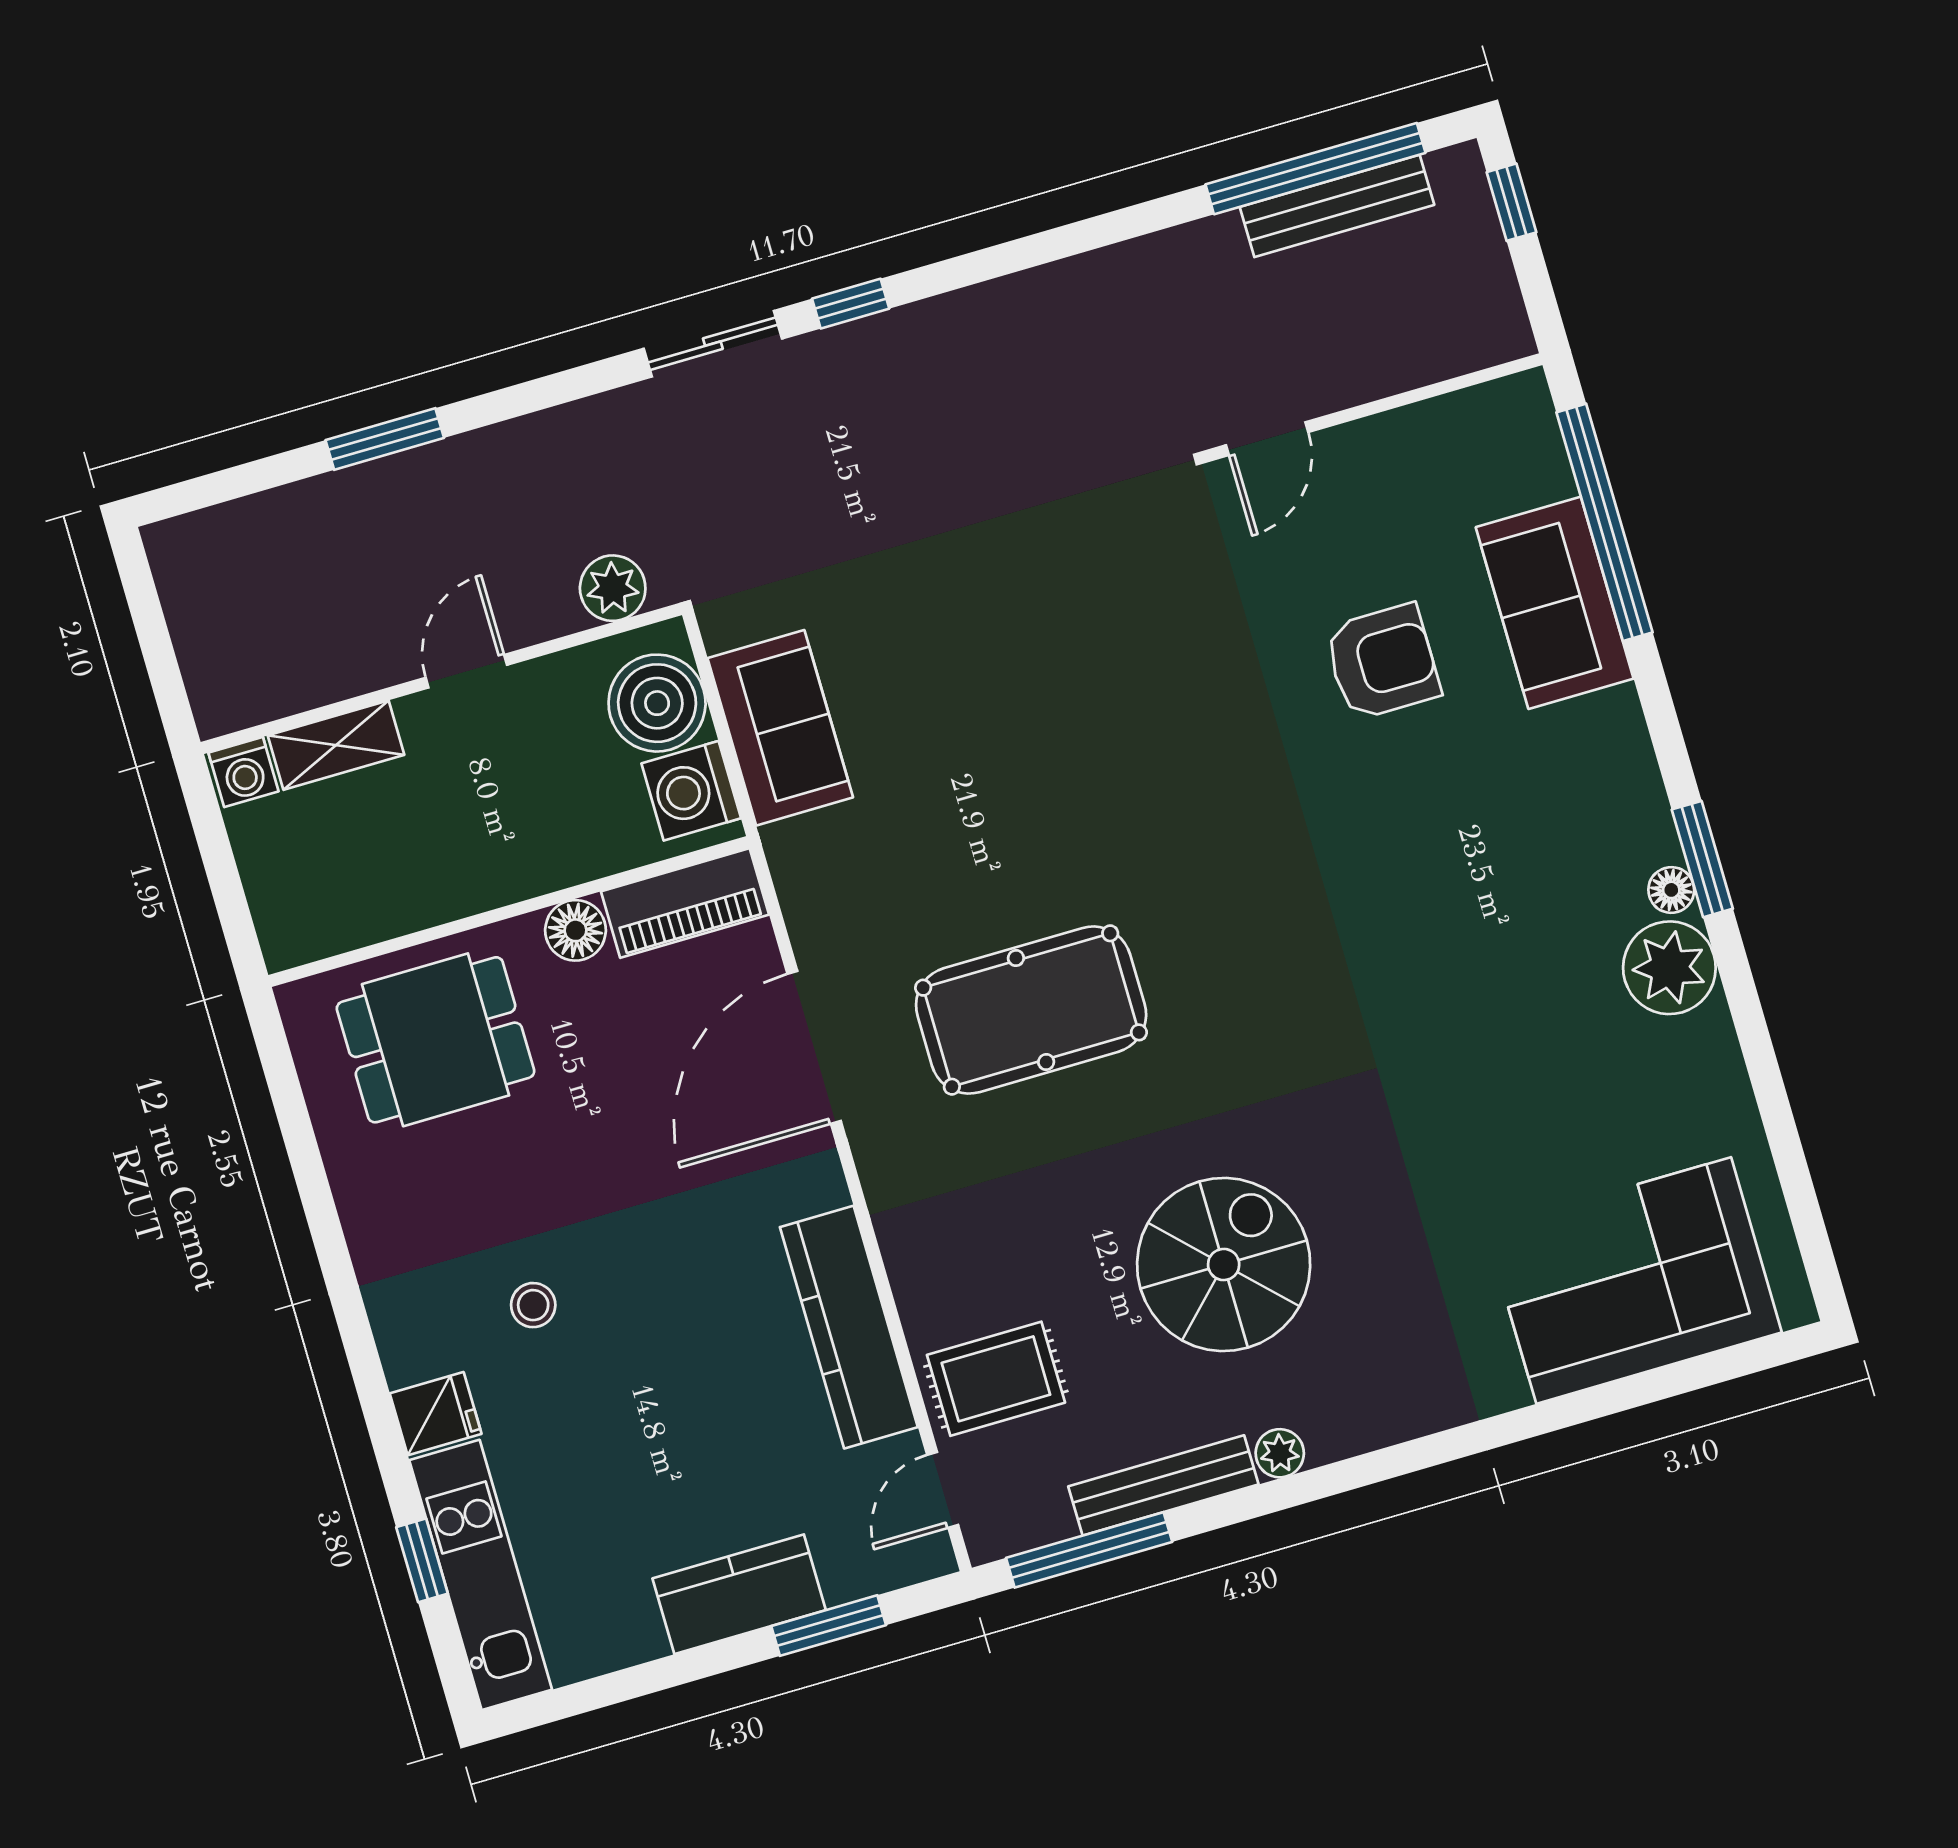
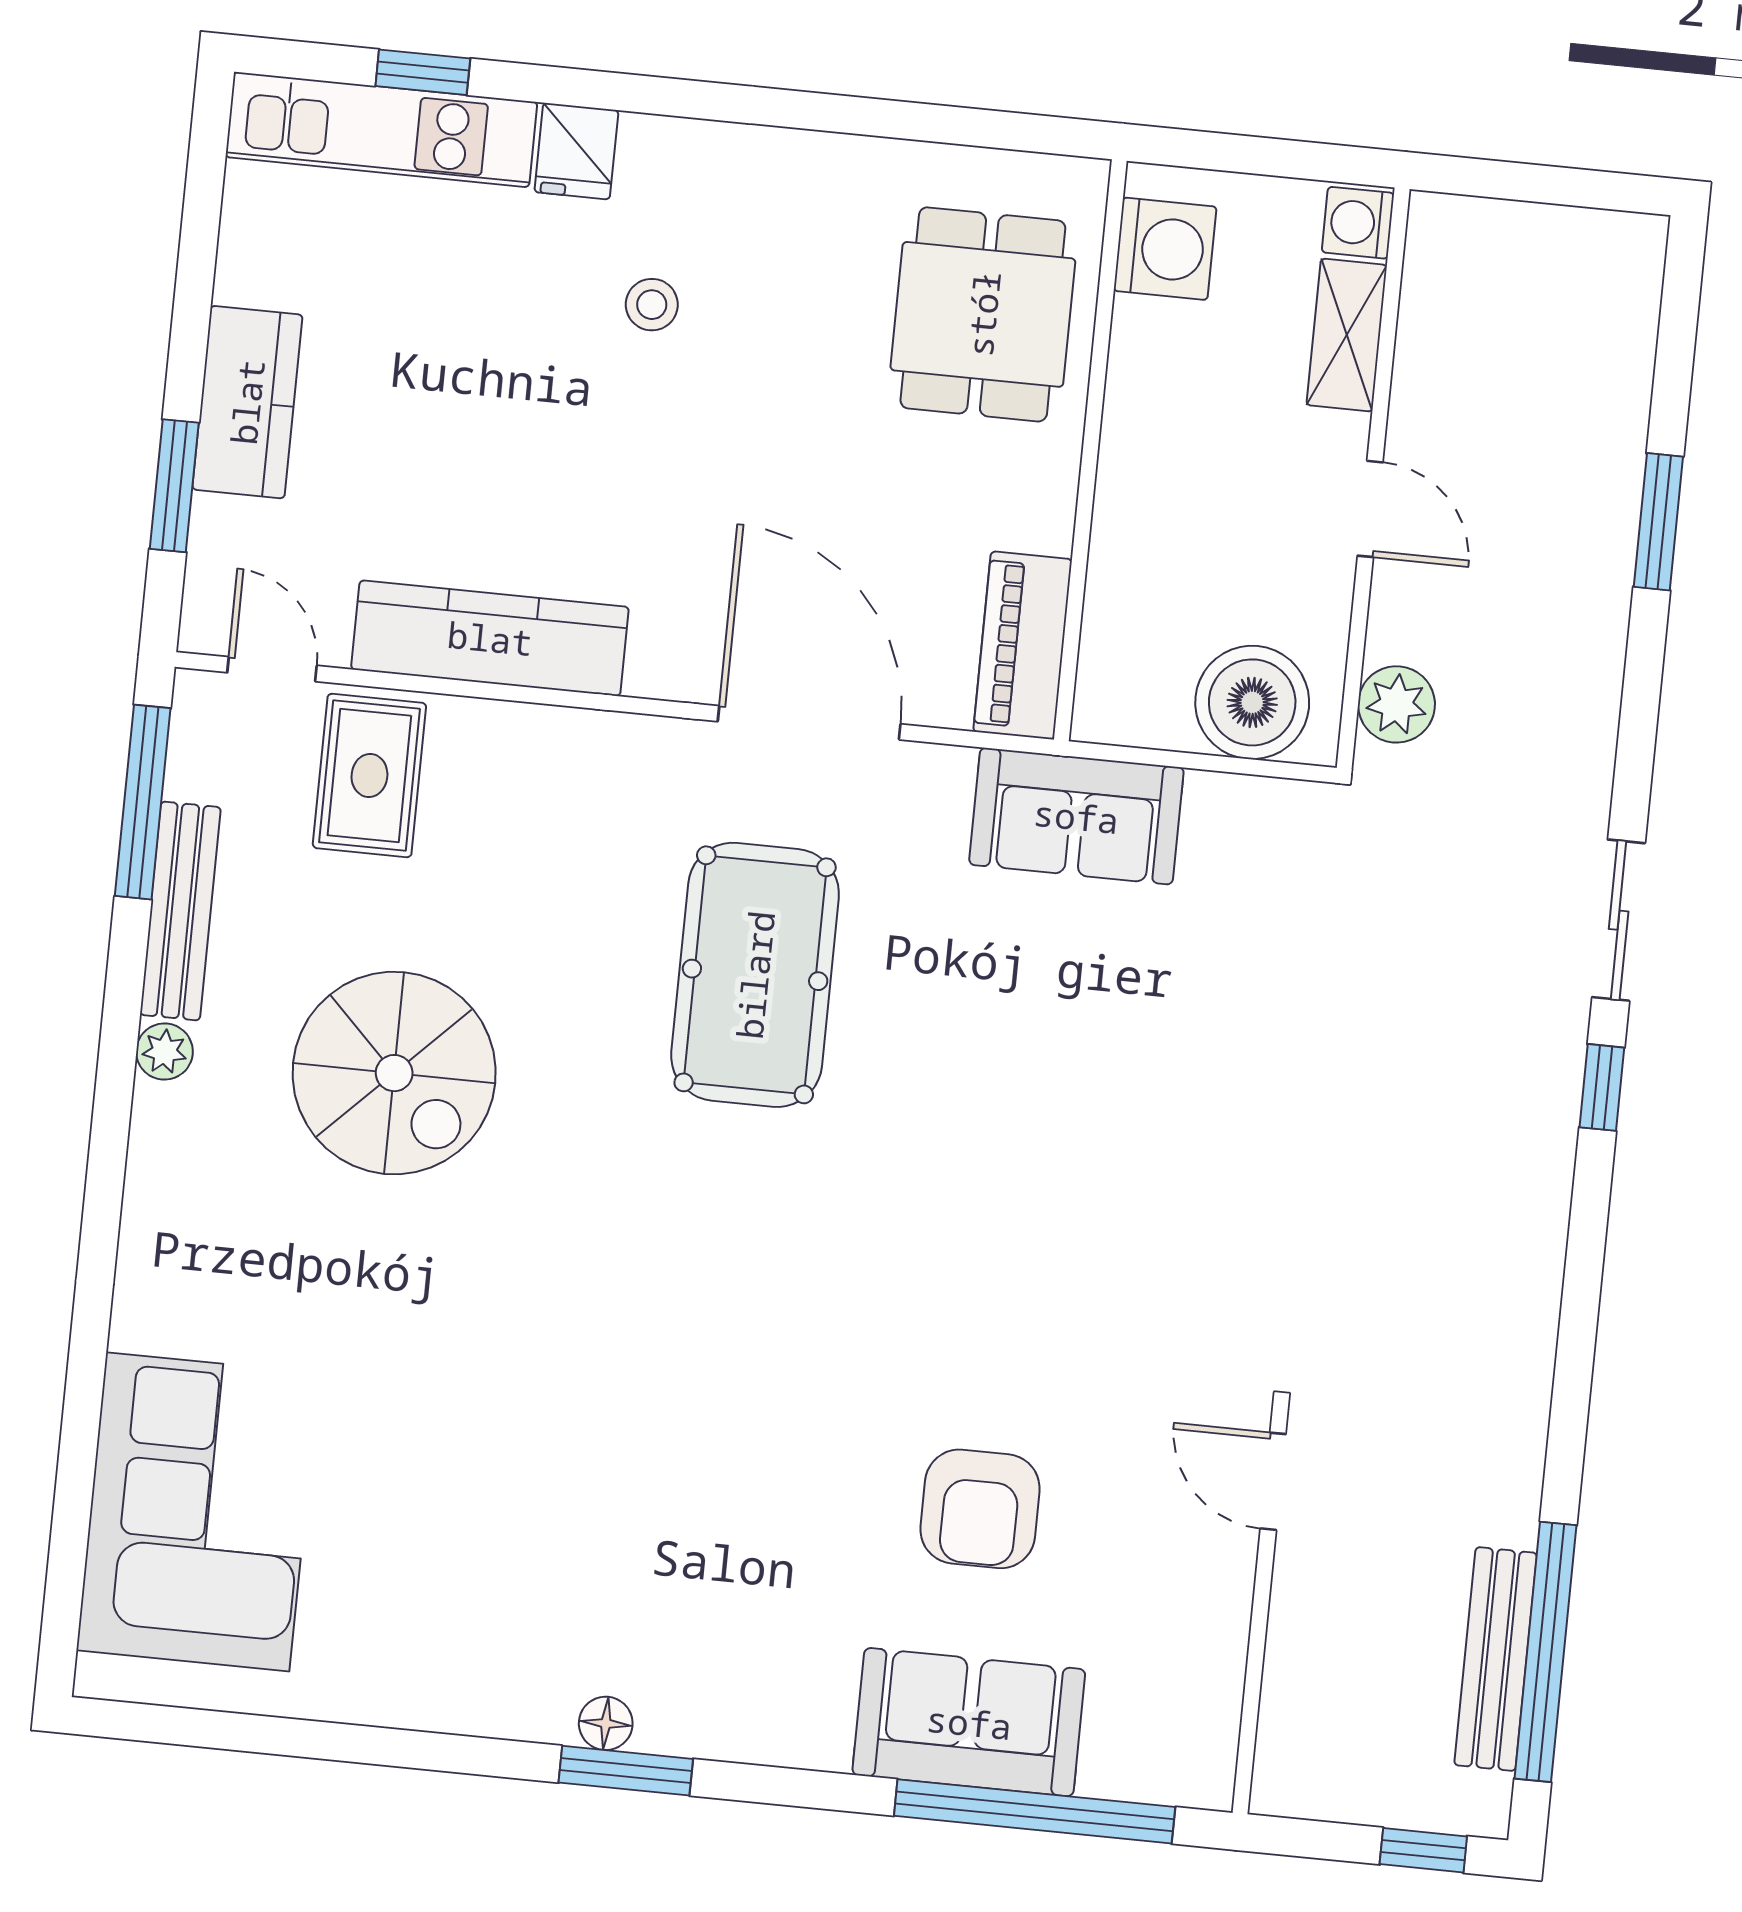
sofa: (780, 728) -> (1076, 816), moved
washing machine: (691, 791) -> (1165, 249), moved, turned 90
floor lamp: (575, 930) -> (1041, 514), removed
plant: (1669, 968) -> (522, 1687), removed

